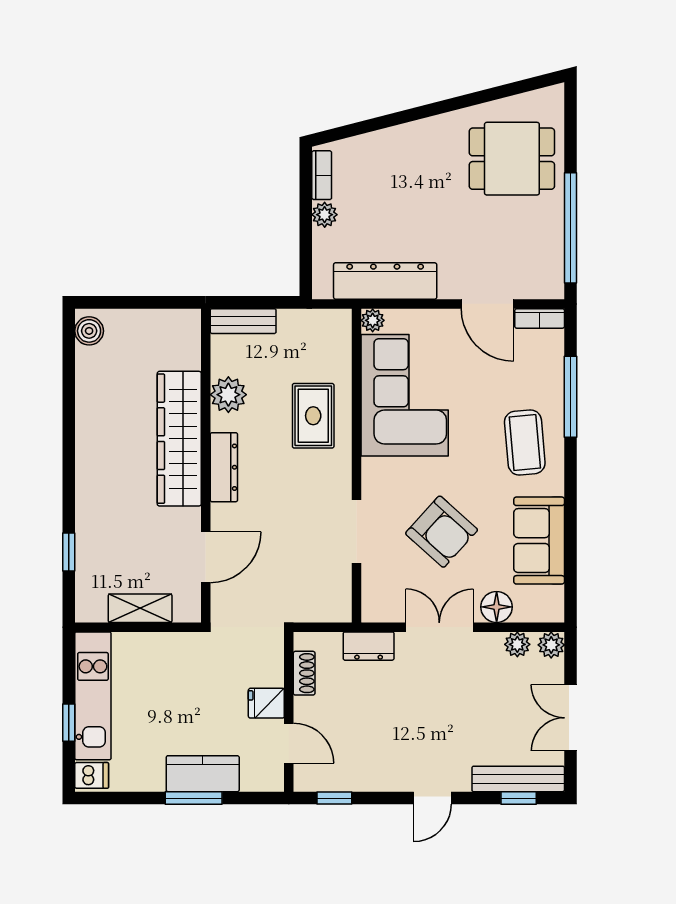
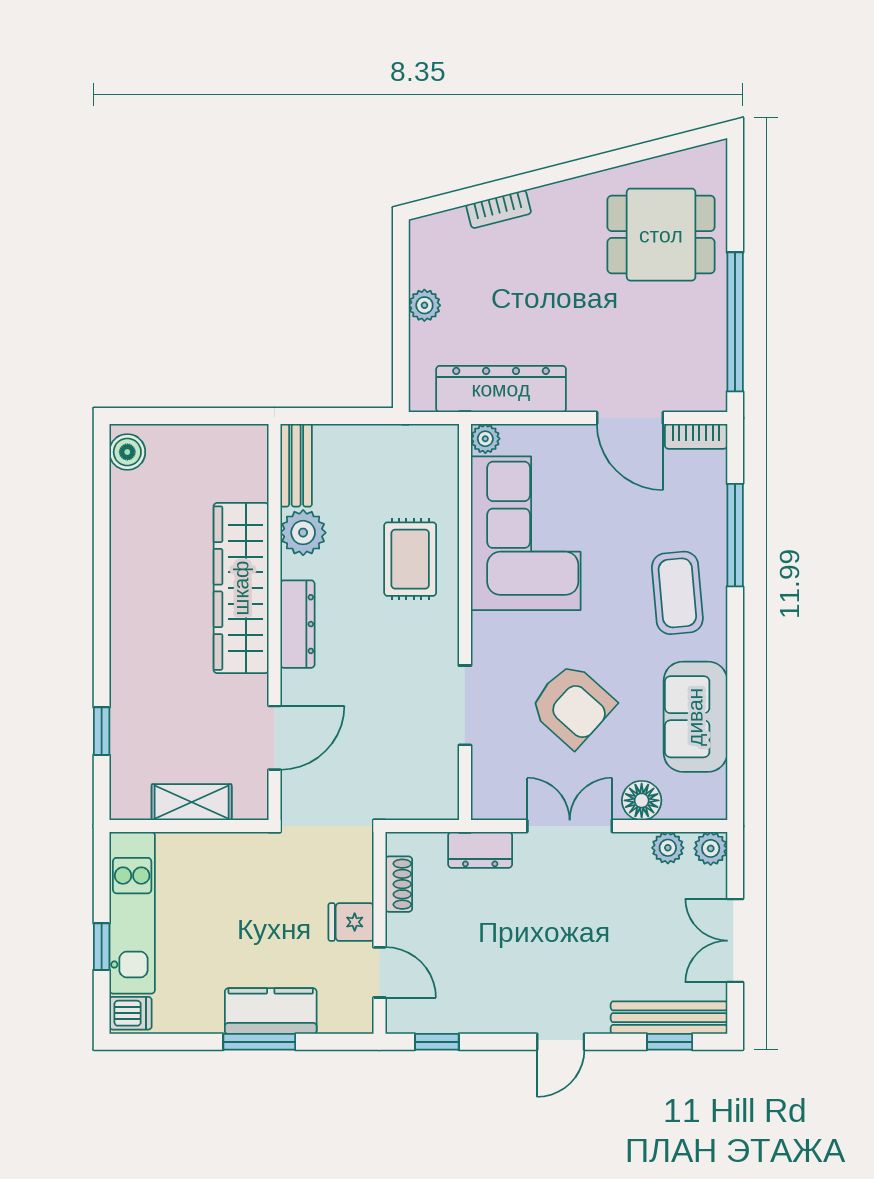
bookcase: (322, 175) -> (499, 209), moved, turned 76
bench: (243, 321) -> (296, 465), moved, turned 90

